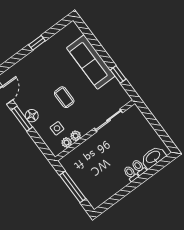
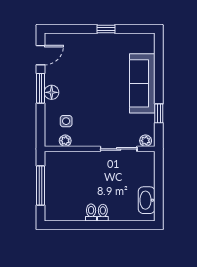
coffee table: (64, 97) -> (94, 97), removed
plant: (76, 136) -> (146, 141), moved
washbasin: (153, 157) -> (147, 200), moved, turned -90
toilet: (139, 167) -> (91, 213), moved

